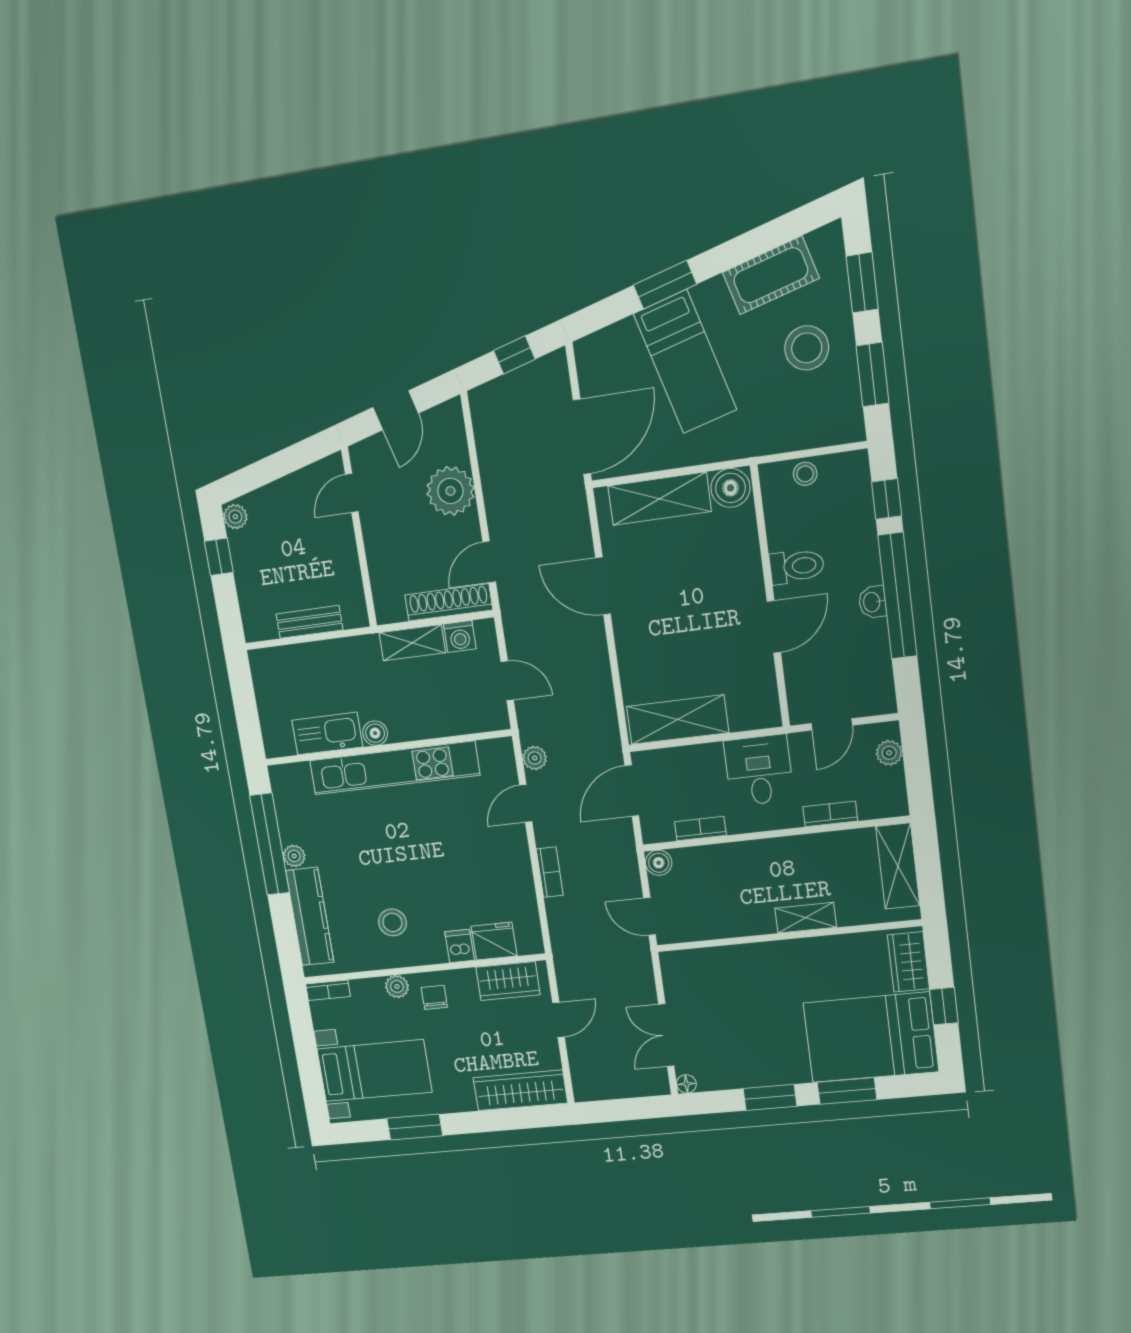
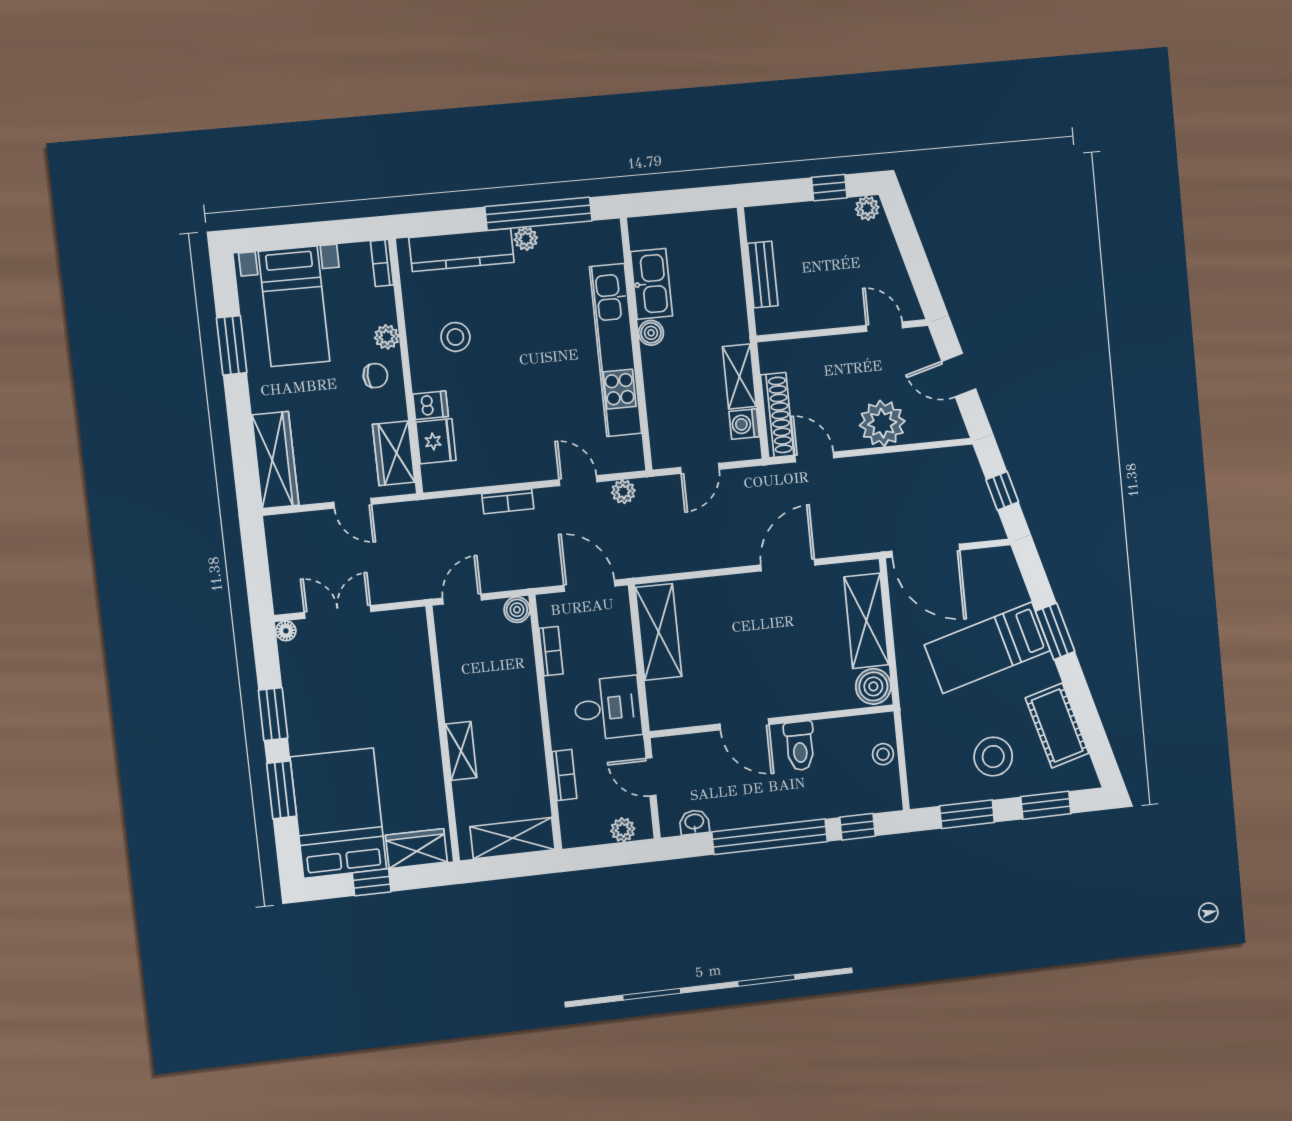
washbasin: (872, 602) -> (694, 822), moved

